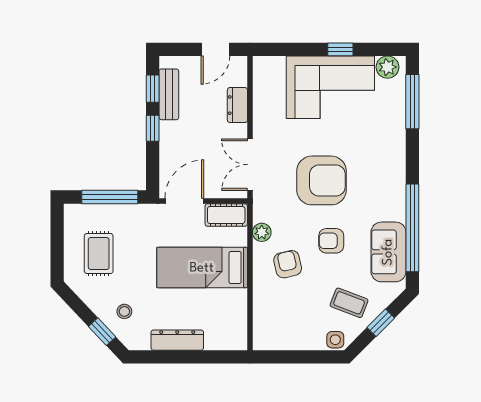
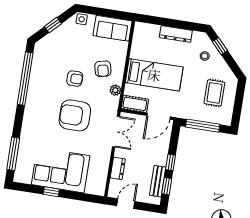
plant: (387, 67) -> (25, 177), removed
sofa: (388, 252) -> (112, 28), moved, turned 90
coffee table: (349, 303) -> (70, 40), removed

